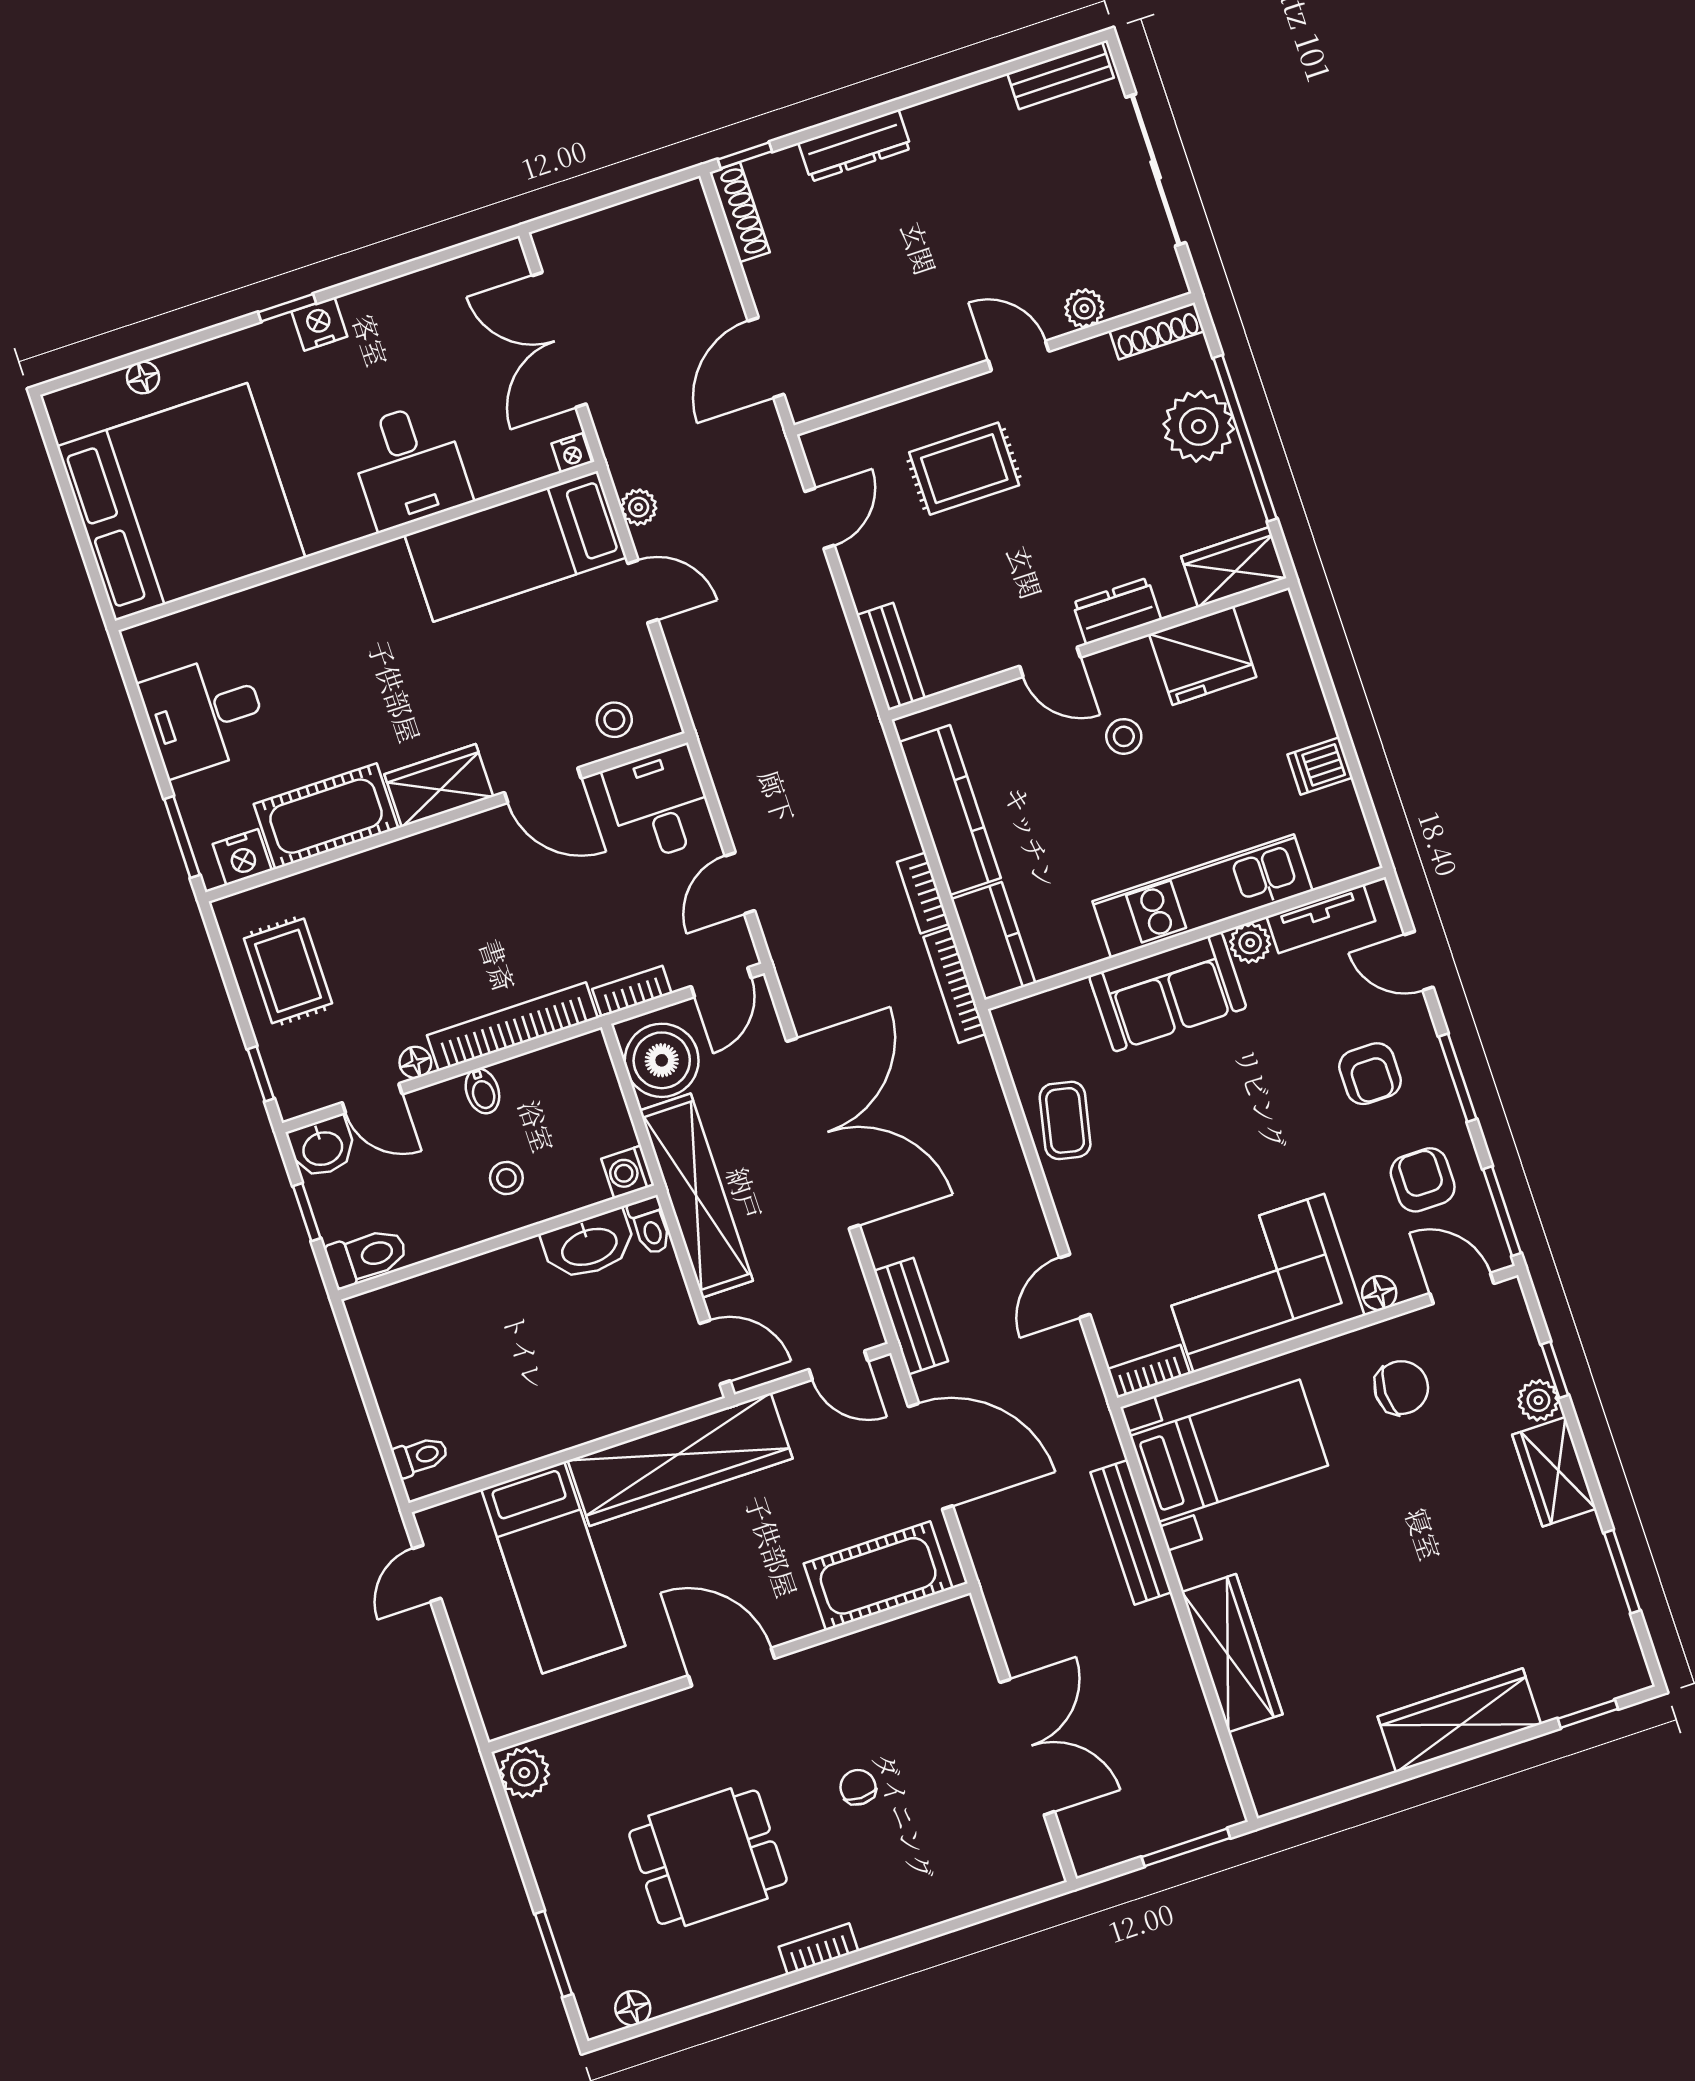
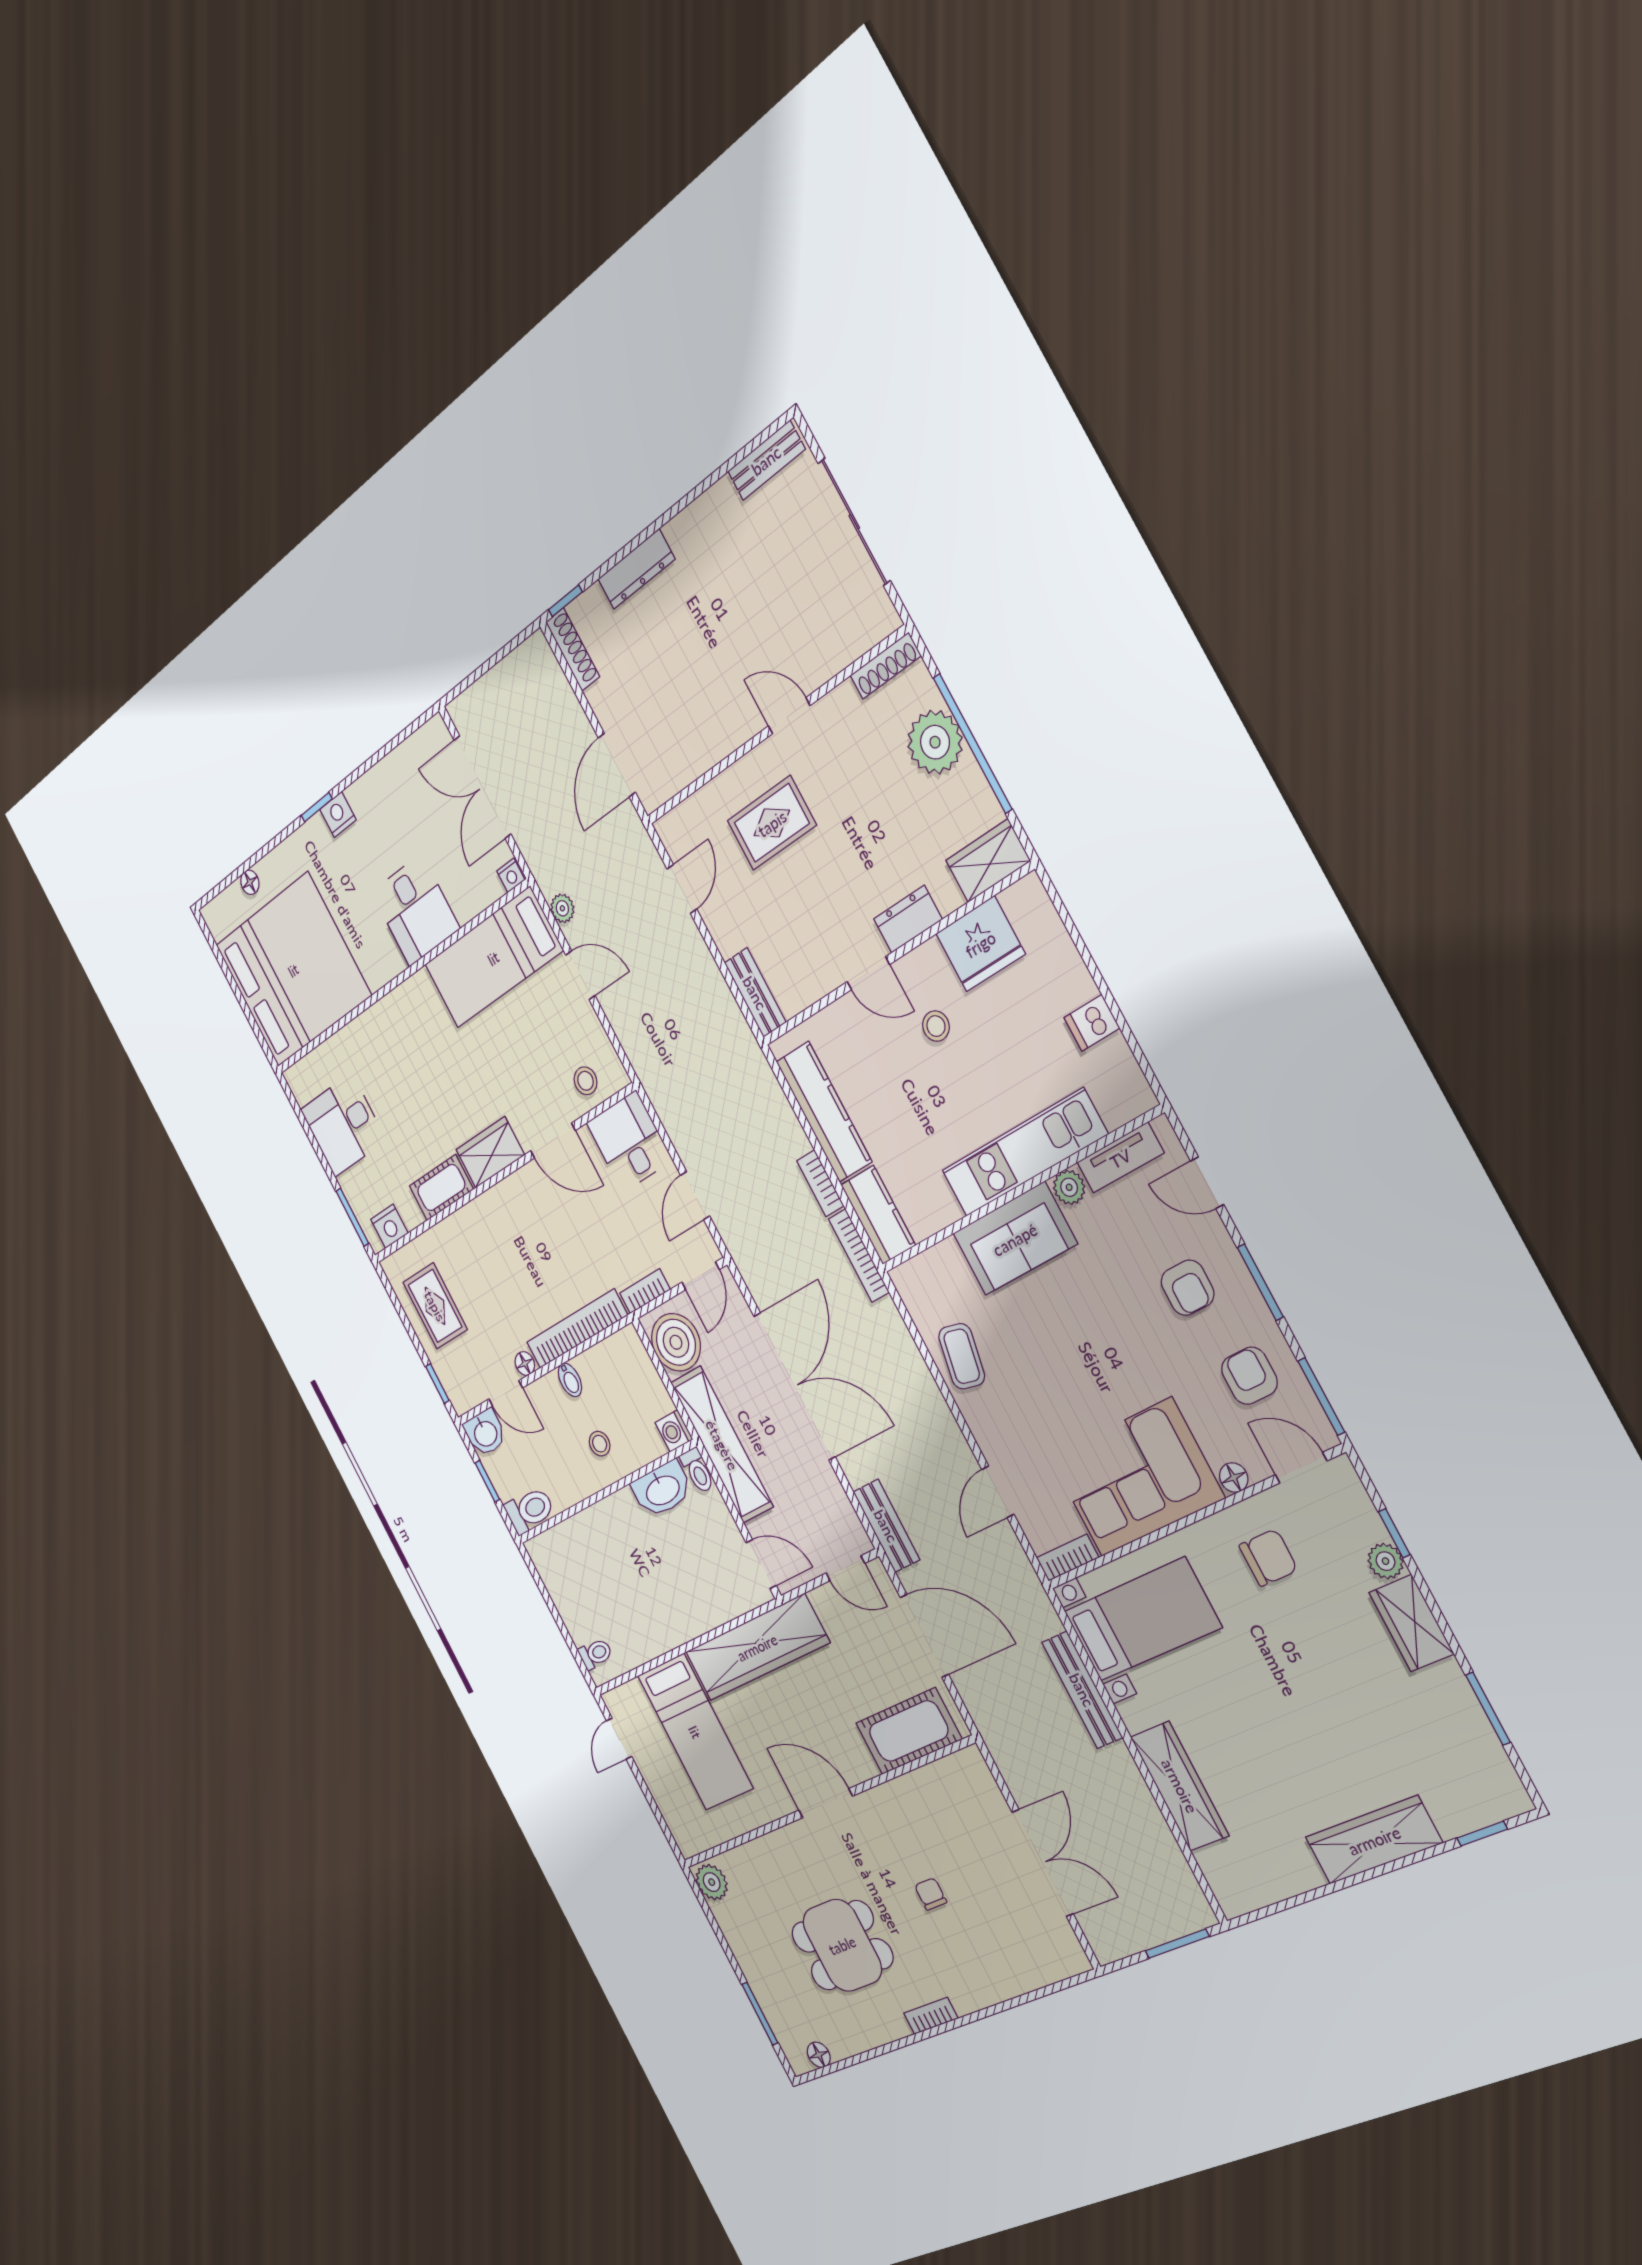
plant: (1084, 308) -> (828, 661), removed
cot: (326, 816) -> (441, 1188), width x0.73, depth x0.75

